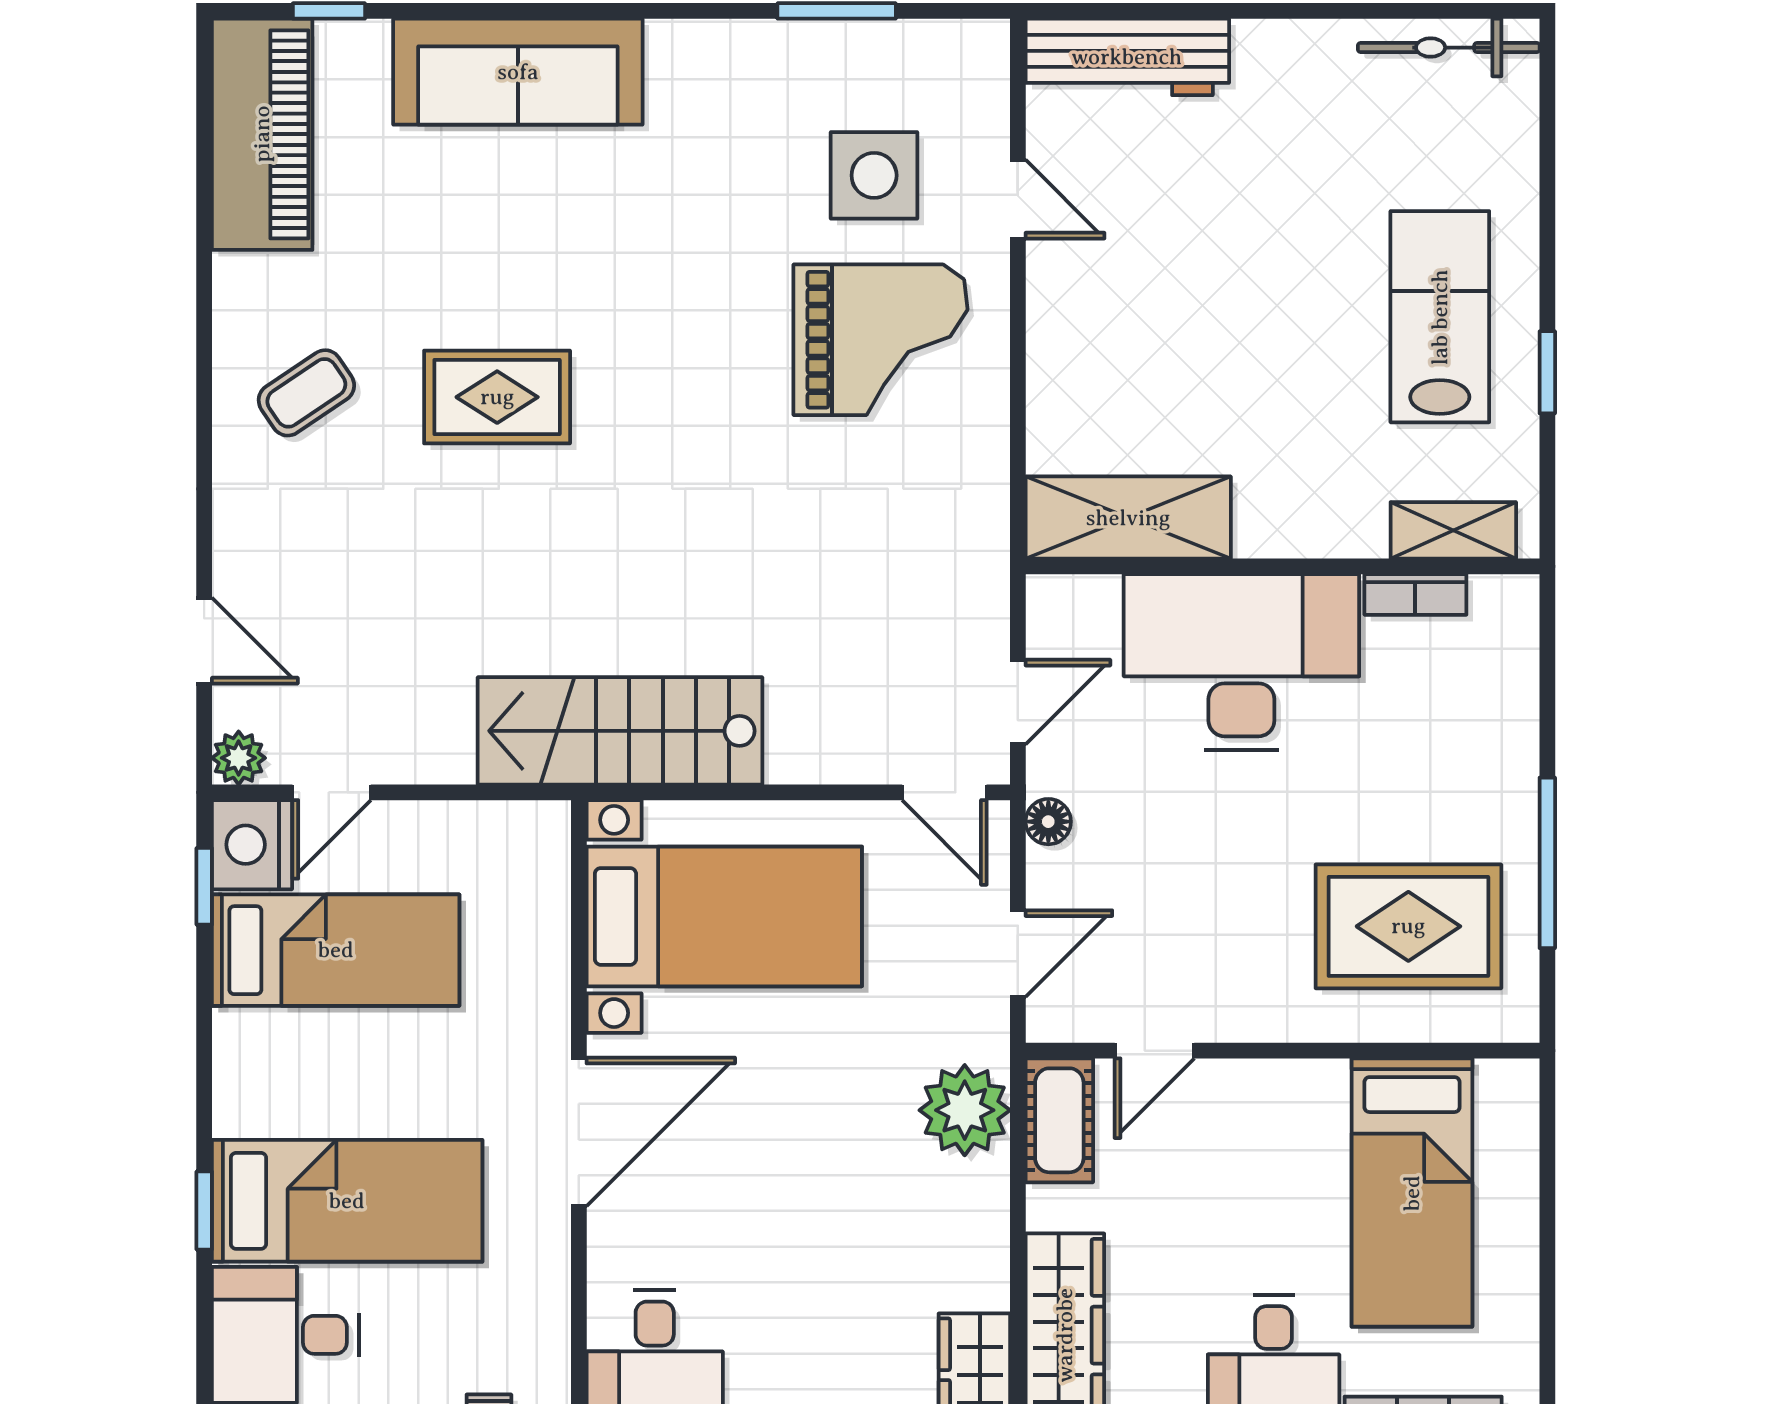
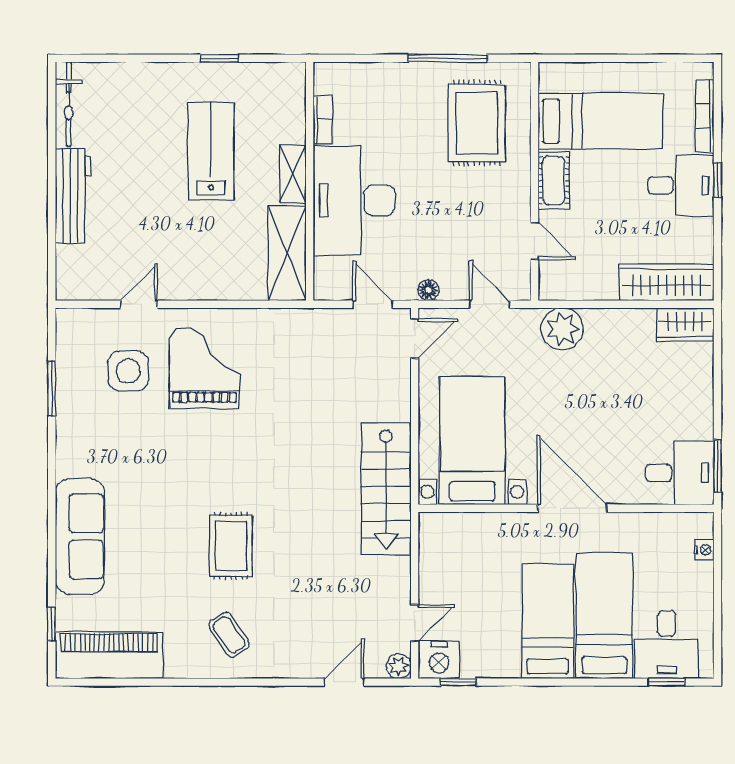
workbench: (1127, 57) -> (73, 196), moved
lab bench: (1440, 317) -> (211, 151), moved, turned 90
shelving: (1453, 530) -> (293, 174), moved
door: (332, 792) -> (415, 623), hinge flipped
bed: (336, 950) -> (548, 621), moved
cot: (1059, 1120) -> (554, 180), moved, turned 90
window: (204, 1210) -> (666, 682), moved

